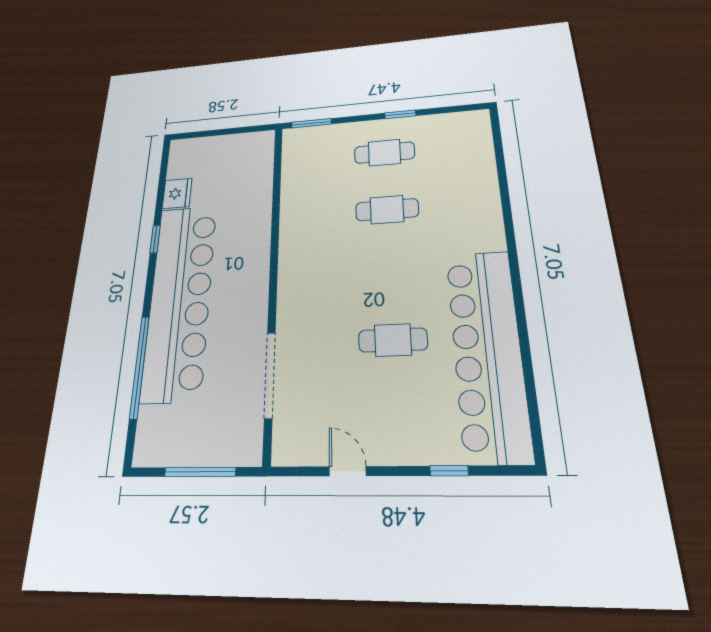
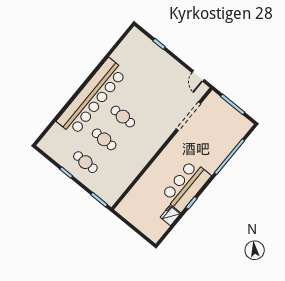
bar counter: (180, 300) -> (186, 186), width x0.54
cafe table: (393, 340) -> (123, 117), moved
bar counter: (487, 352) -> (92, 97), moved
door: (348, 471) -> (198, 76), moved

